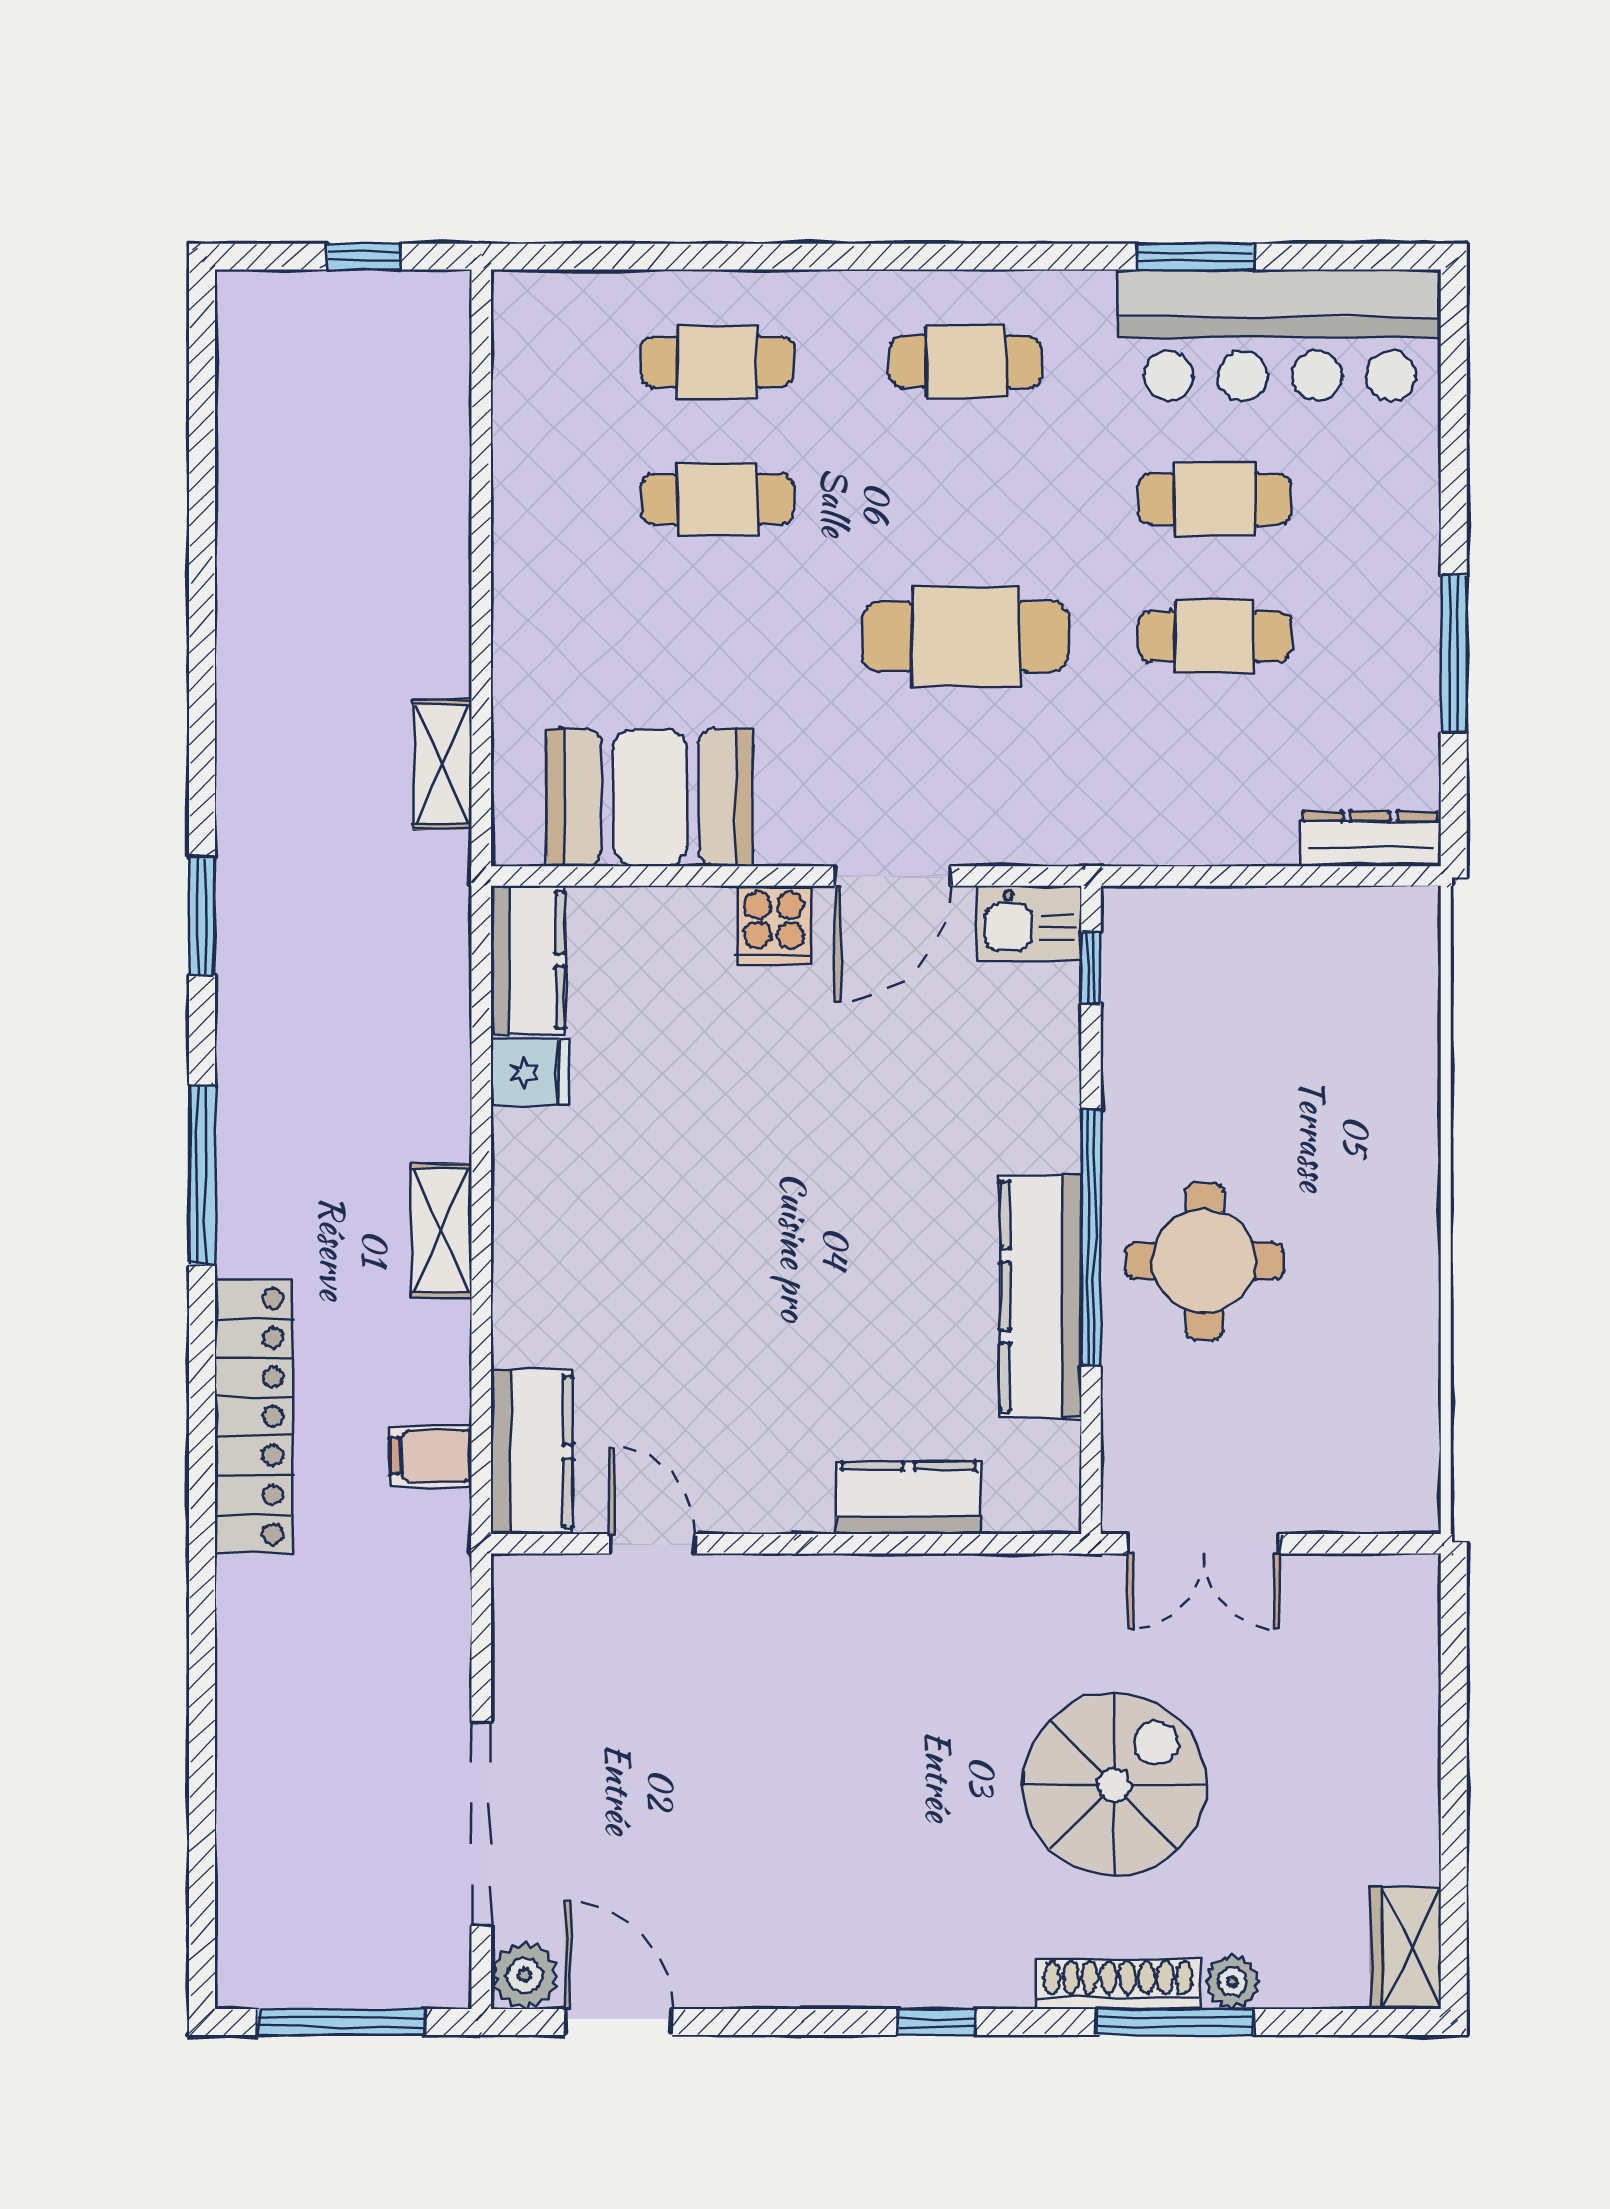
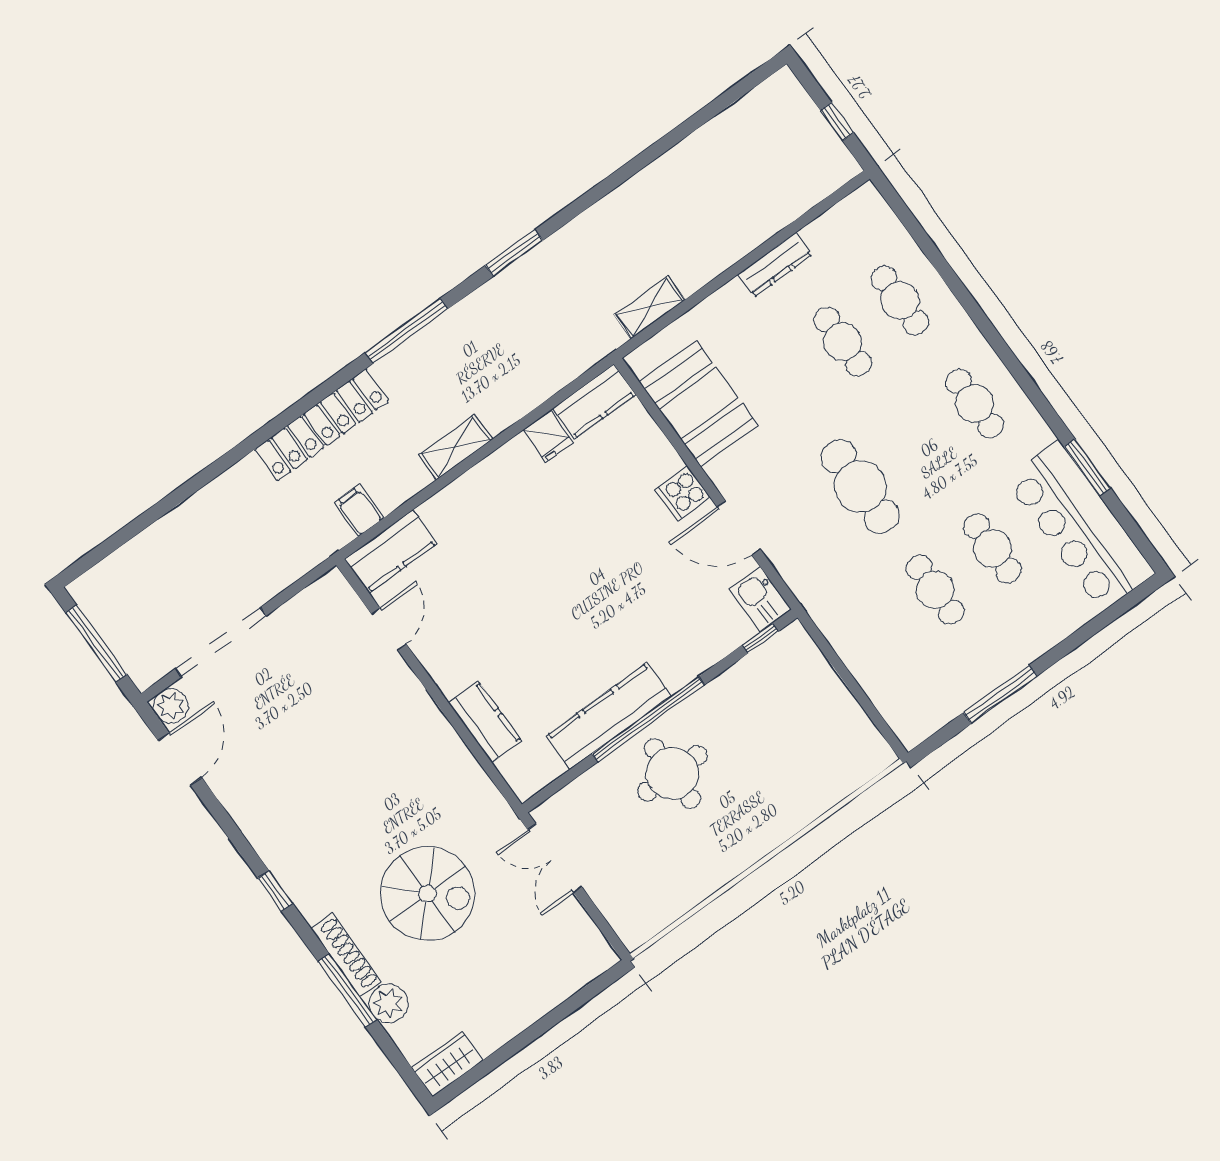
dresser: (1370, 839) -> (775, 265), moved, turned 90
plant: (1233, 1982) -> (389, 1003), width x1.38, depth x1.38

